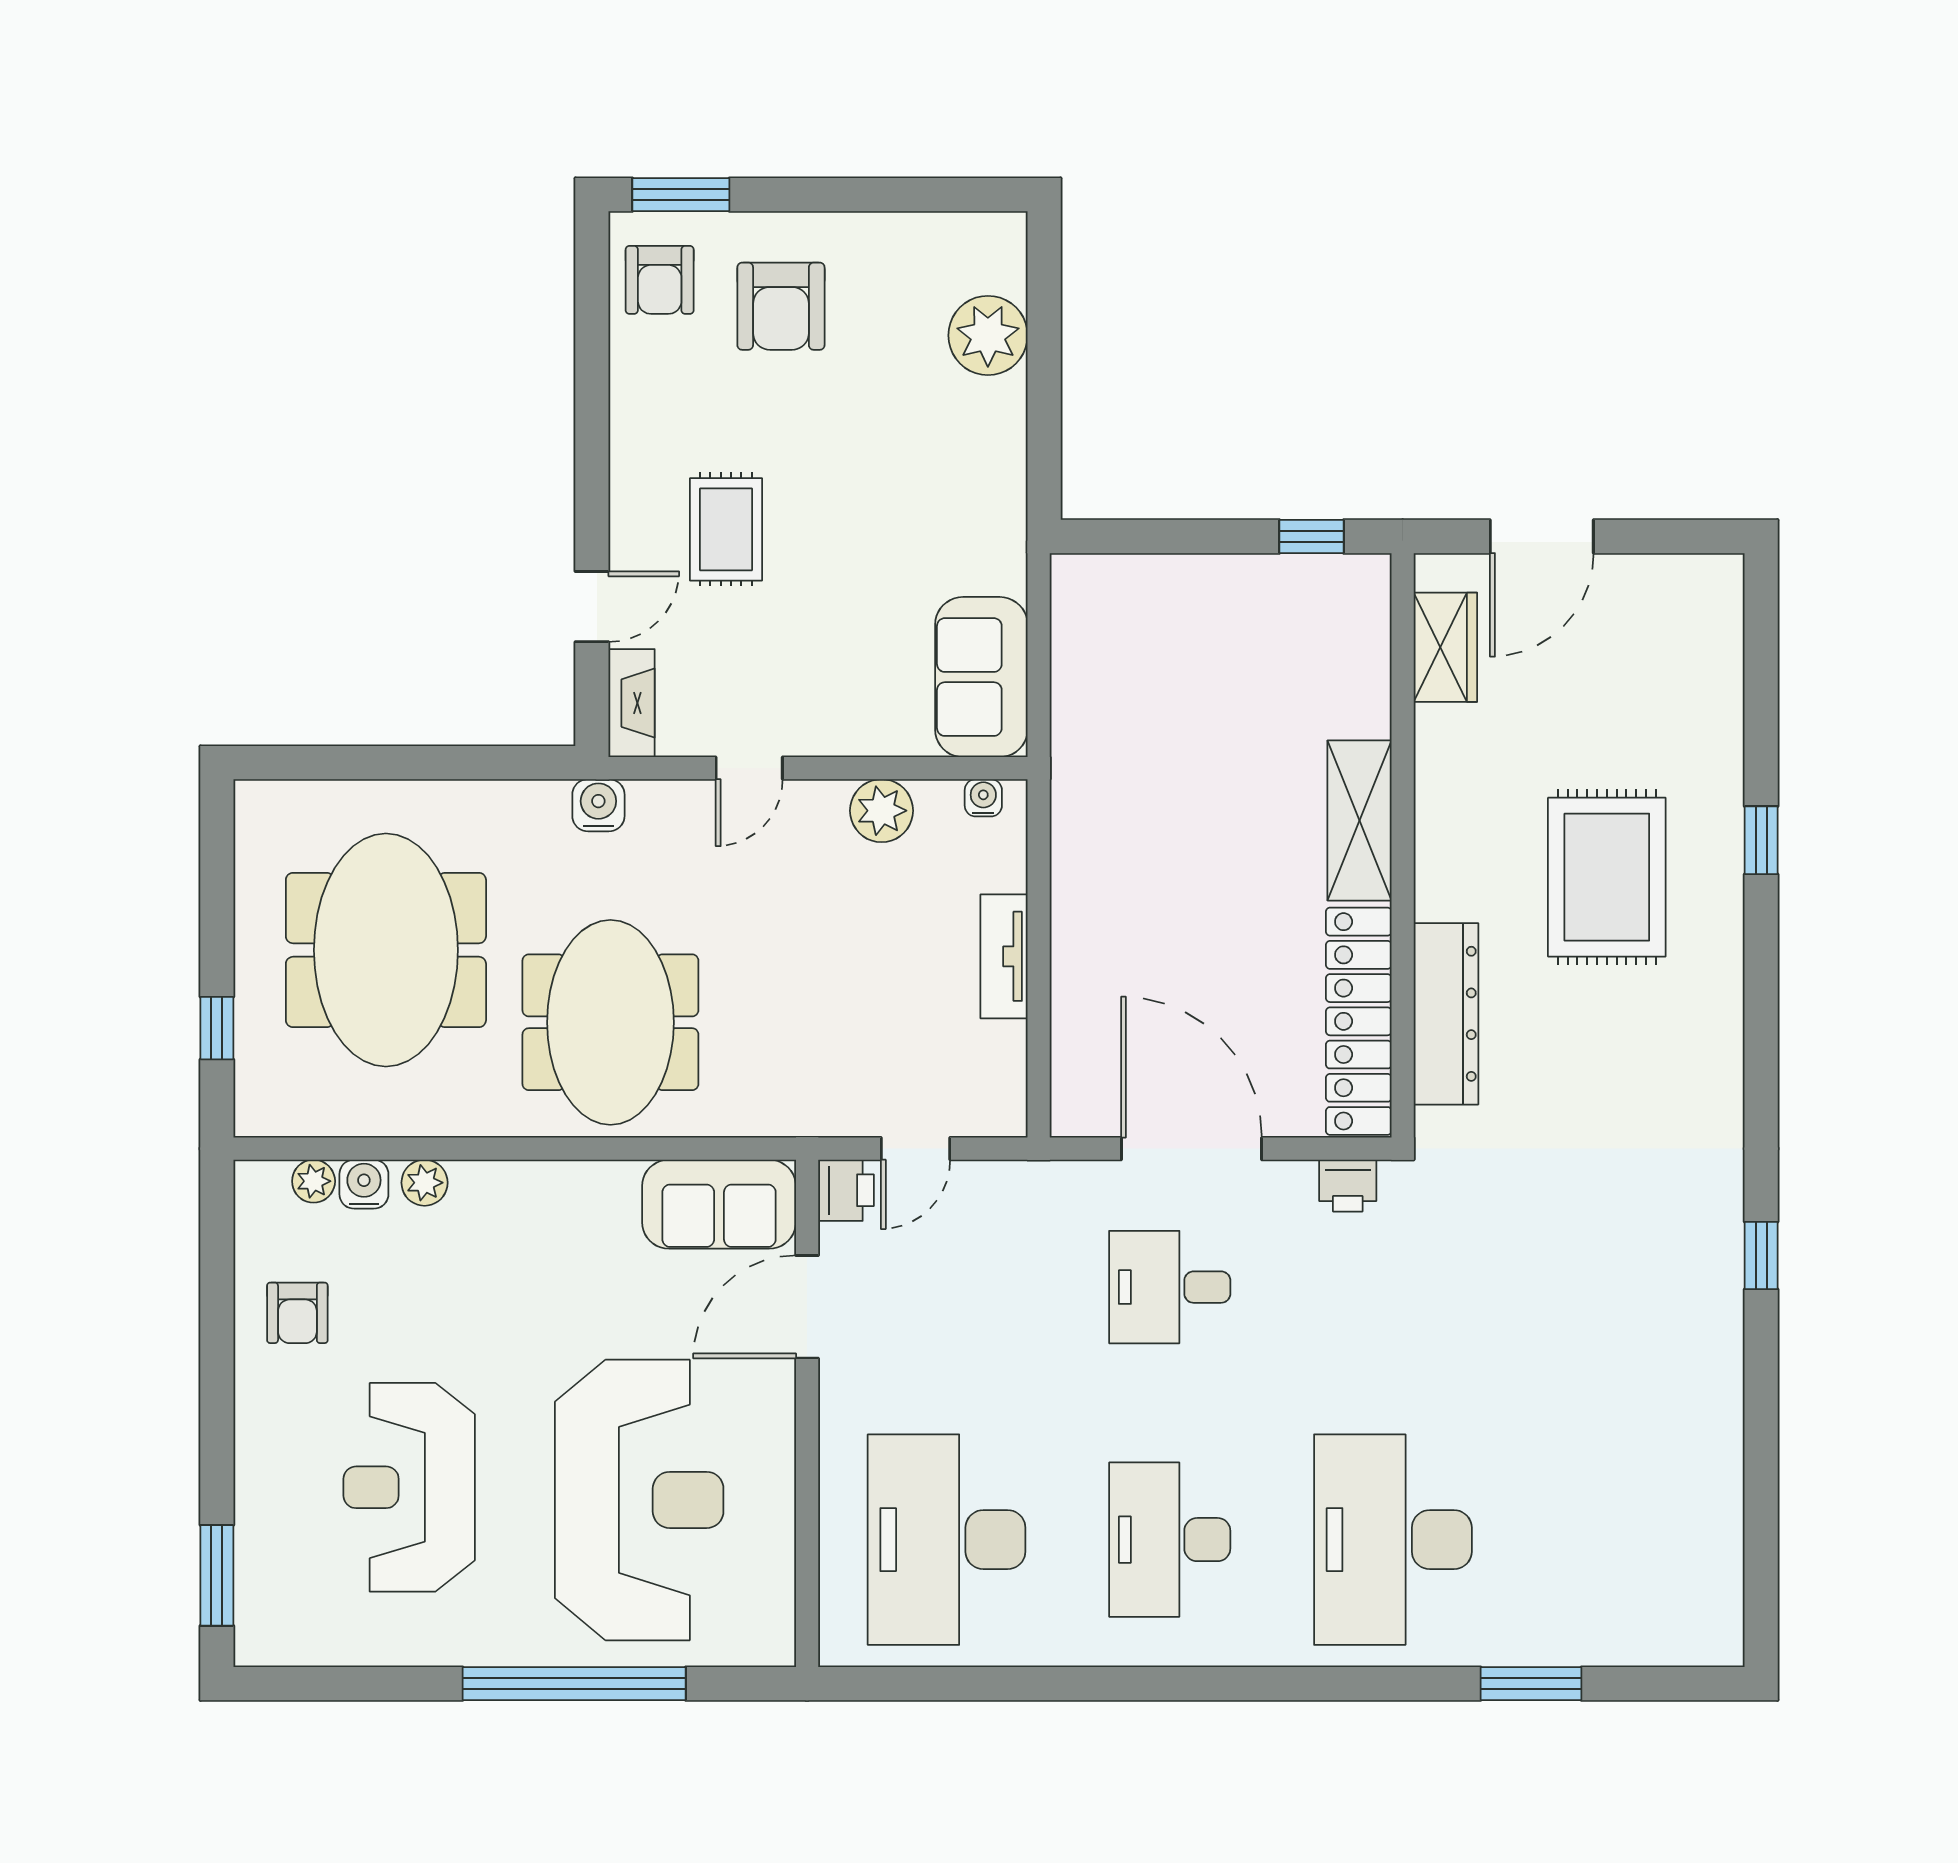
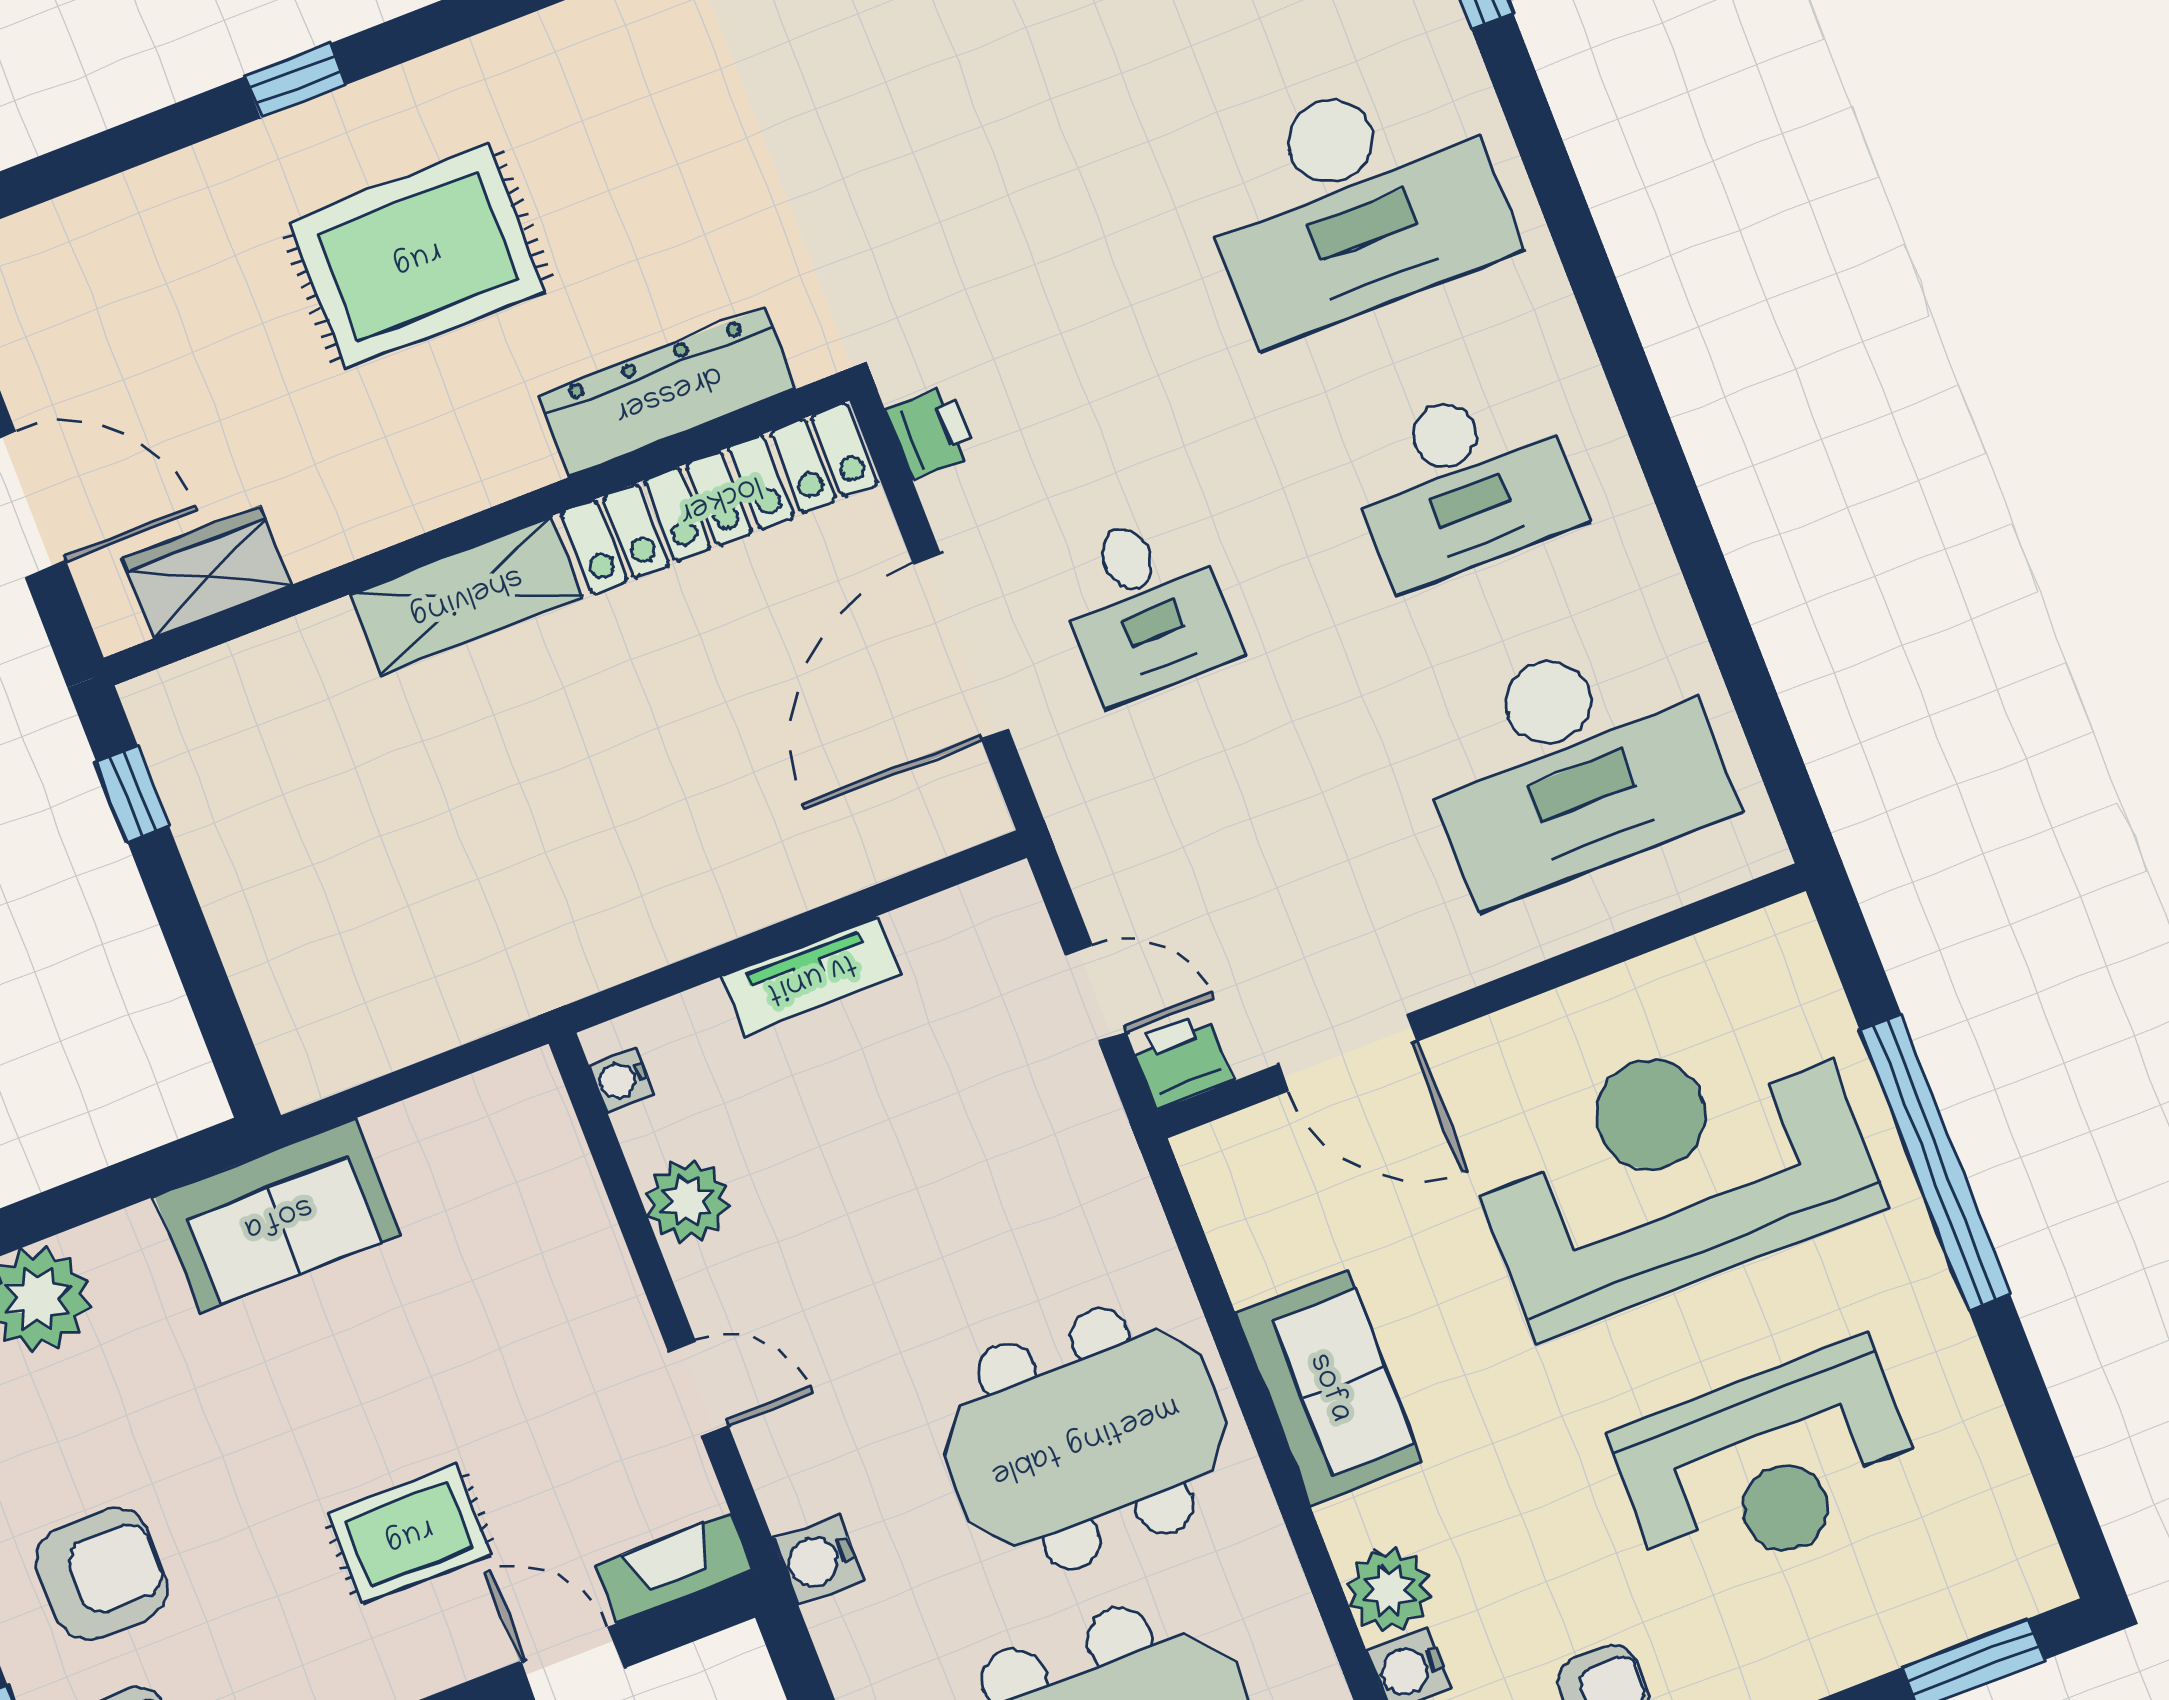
sofa: (981, 677) -> (278, 1216), moved
plant: (425, 1183) -> (1389, 1590), width x1.38, depth x1.38
sofa: (719, 1204) -> (1329, 1388), moved

